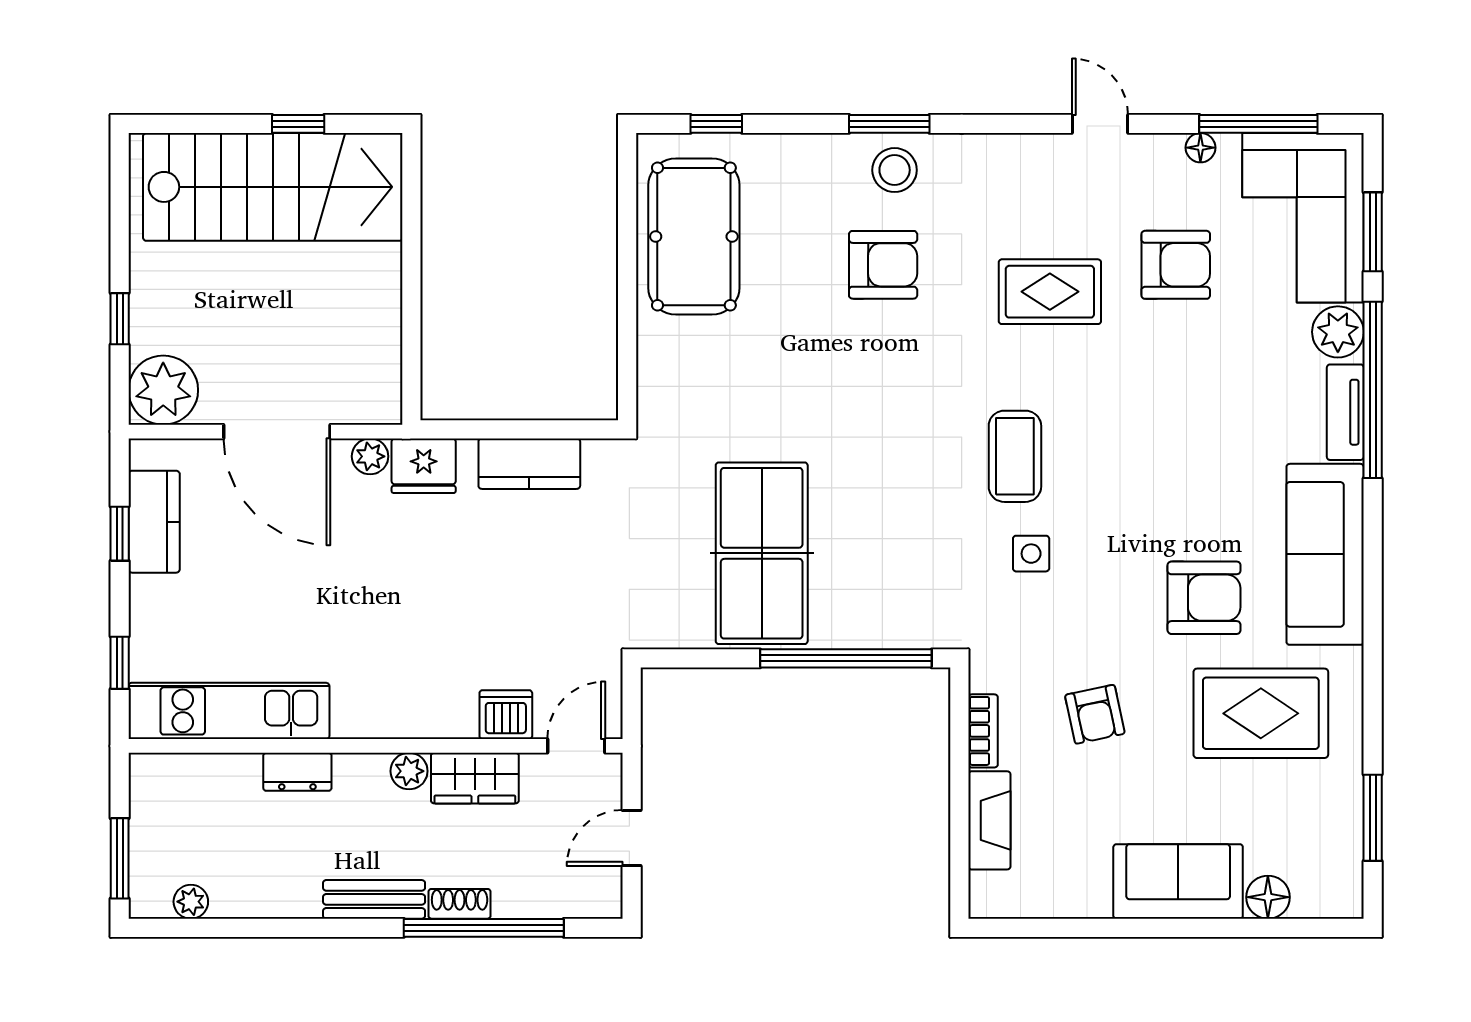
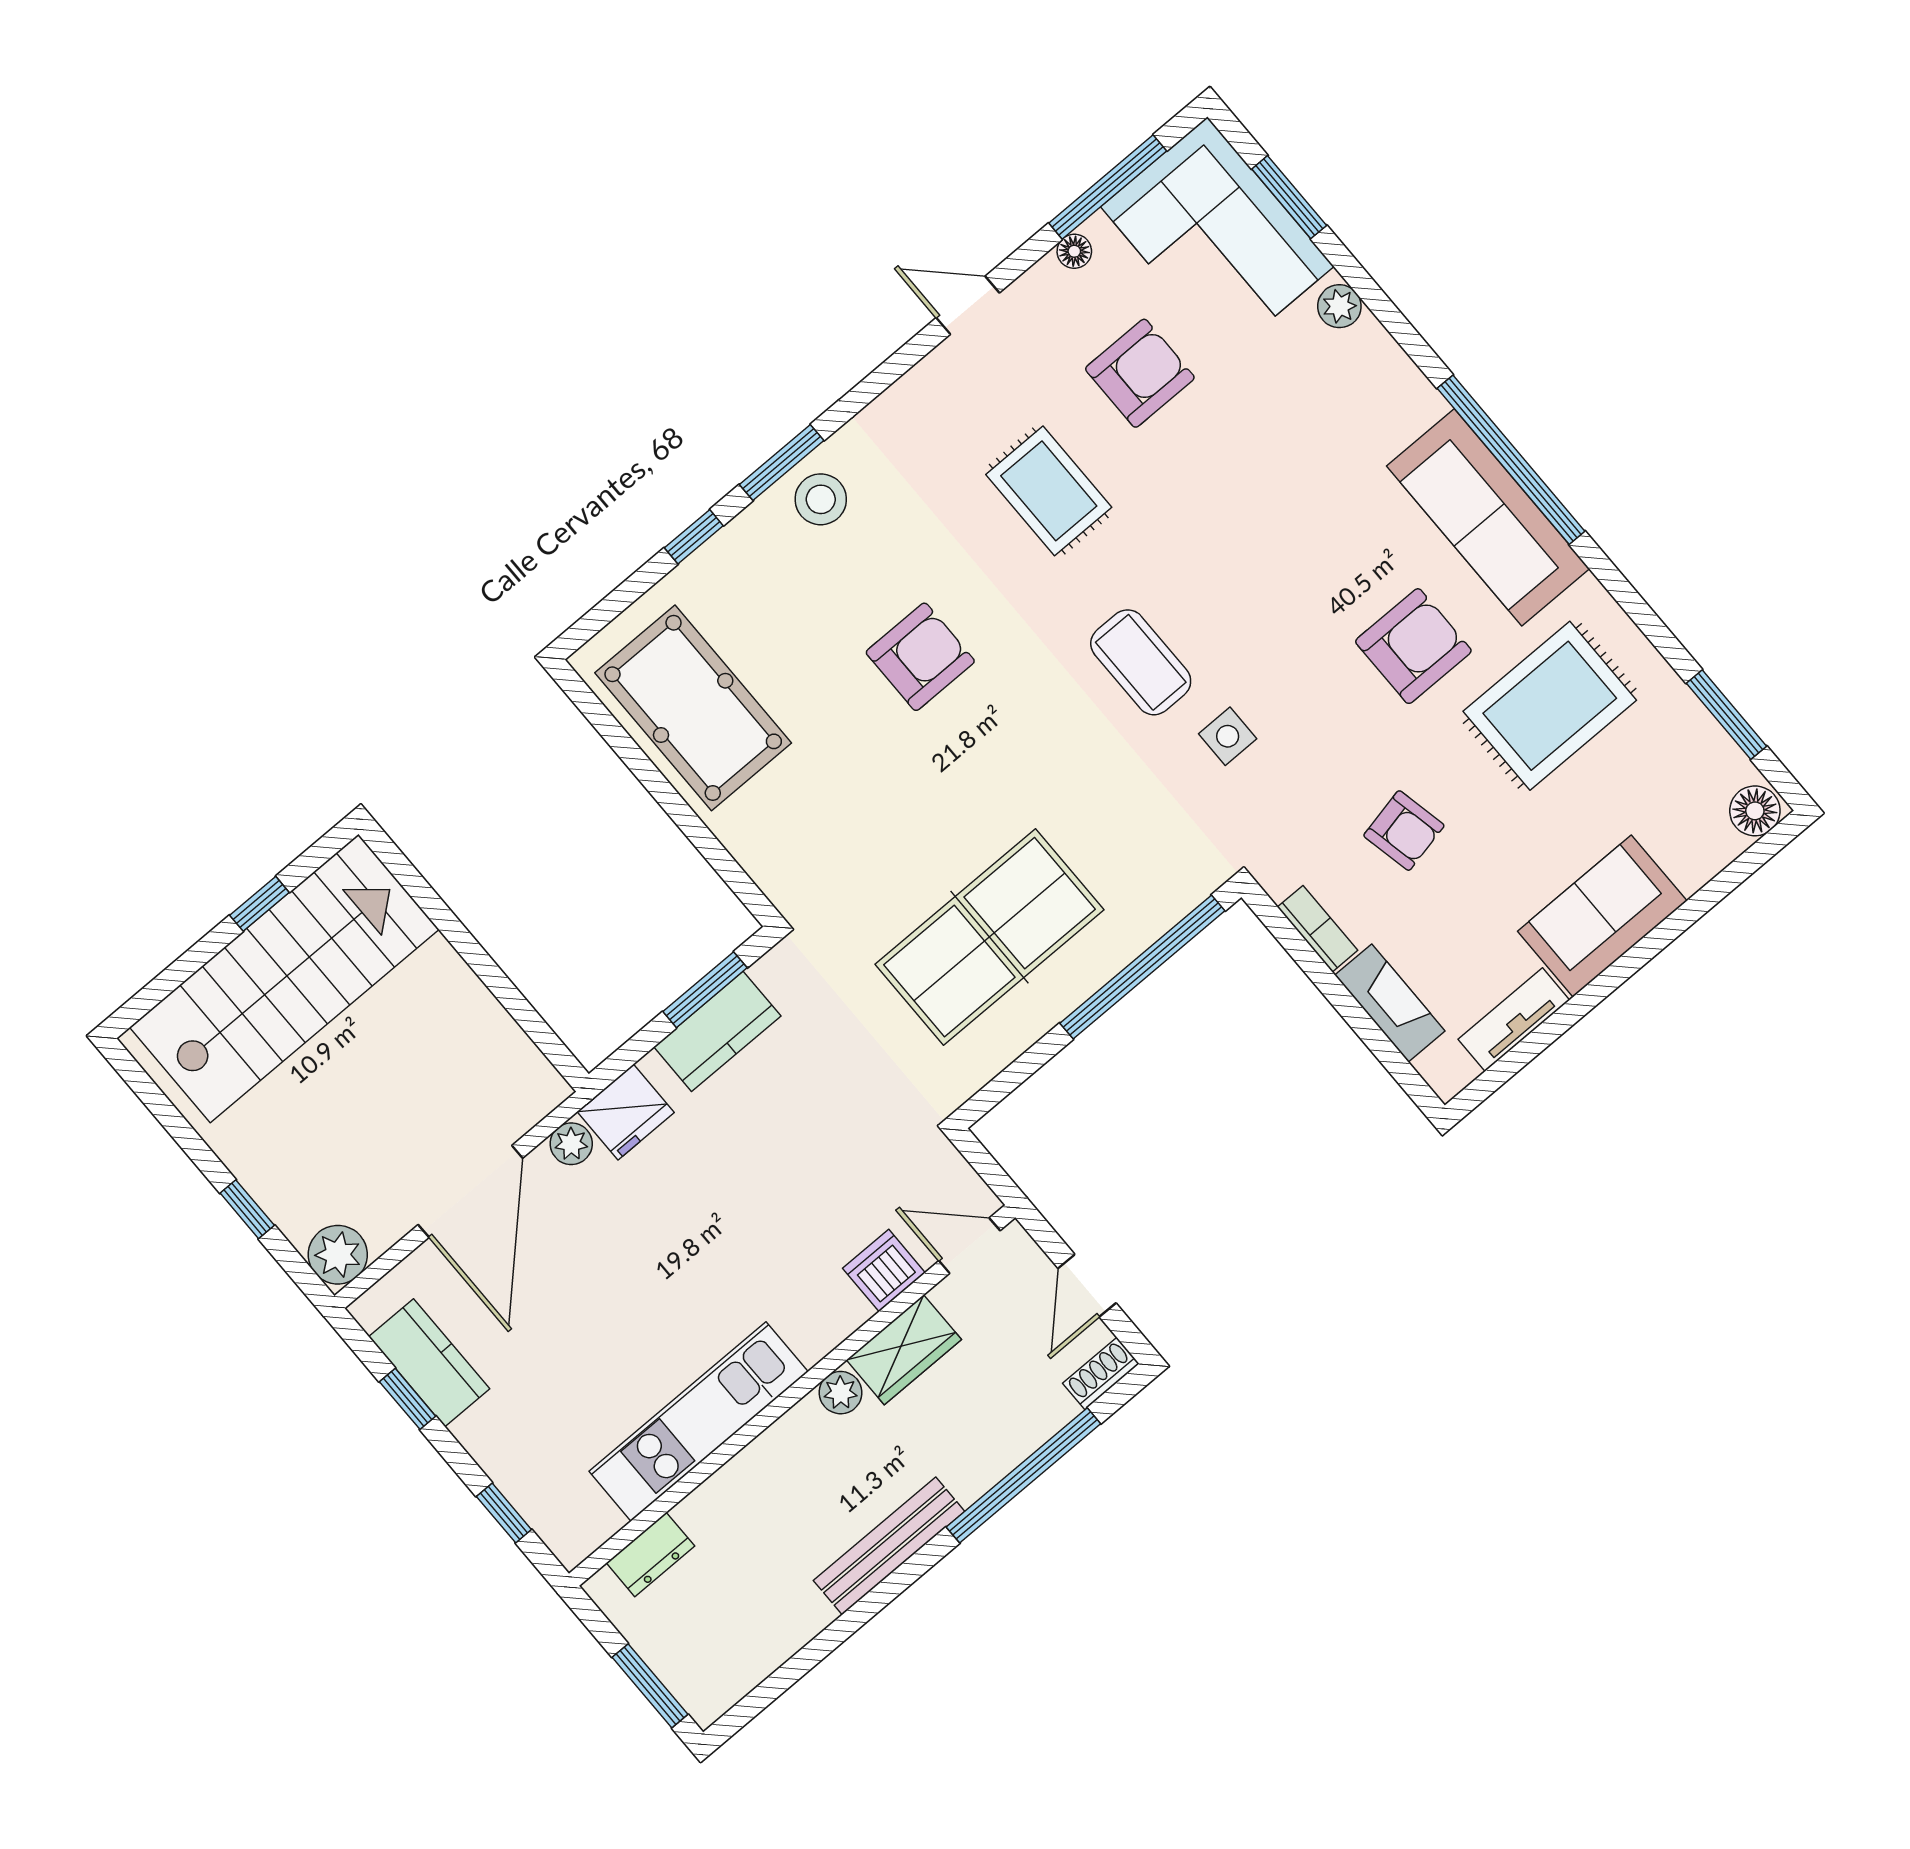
window: (716, 124) -> (694, 537), moved
armchair: (883, 265) -> (920, 657), moved
rug: (1050, 292) -> (1049, 491), turned 90
plant: (1338, 332) -> (1339, 306), width x0.73, depth x0.73
plant: (163, 390) -> (338, 1255), width x0.73, depth x0.73
window: (1373, 390) -> (1511, 460), moved
tv unit: (1345, 412) -> (1514, 1020), moved, turned 90
window: (544, 429) -> (705, 990), added
door: (277, 432) -> (470, 1191), hinge flipped
table tennis table: (762, 553) -> (989, 937), turned 90
kitchen unit: (229, 711) -> (699, 1422), moved
door: (576, 746) -> (969, 1246), hinge flipped
dresser: (297, 772) -> (650, 1554), moved
floor lamp: (1268, 897) -> (1755, 811), moved
bench: (374, 899) -> (889, 1546), width x1.36
plant: (191, 902) -> (745, 1671), removed
shoe rack: (460, 904) -> (1101, 1374), moved

